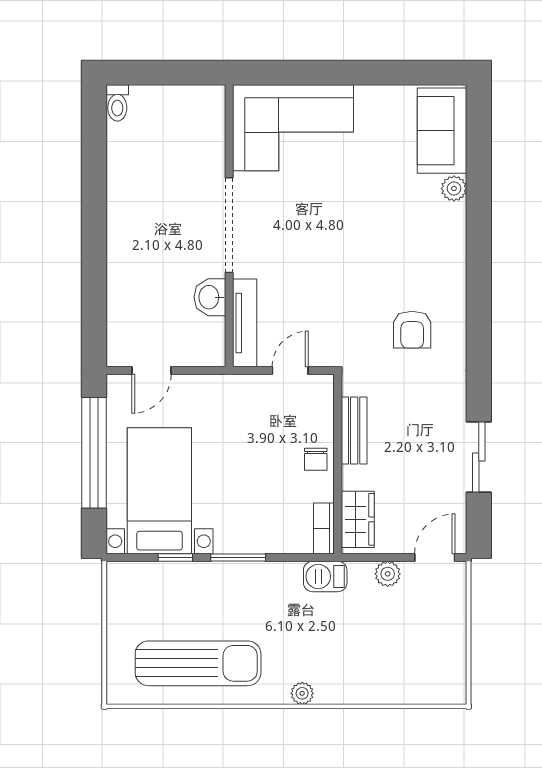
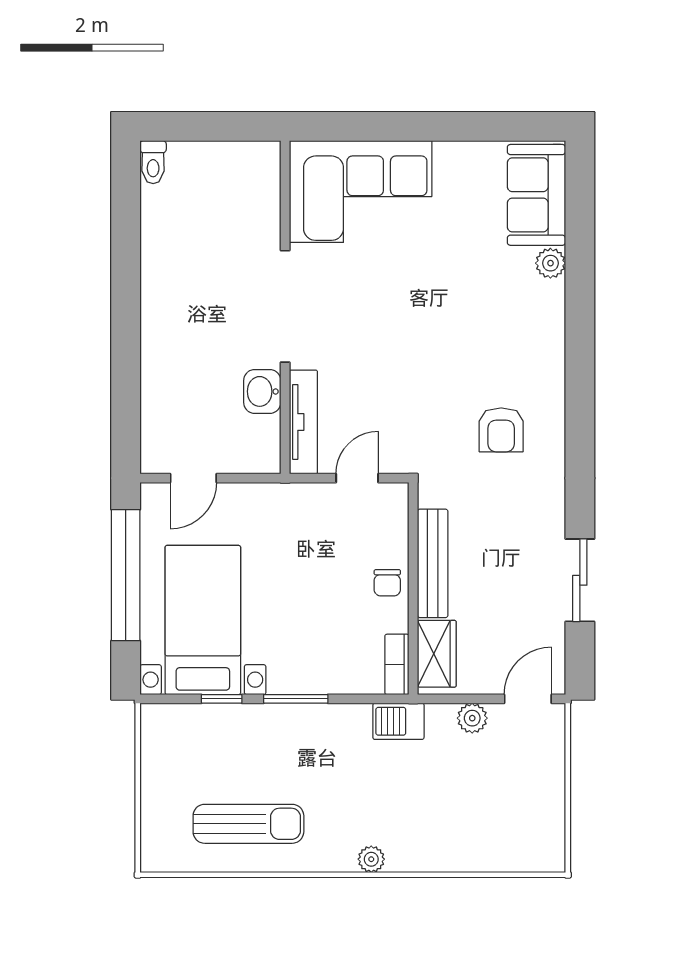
bench: (354, 431) -> (433, 563), width x1.36
sun lounger: (198, 663) -> (248, 824), width x0.73, depth x0.75

